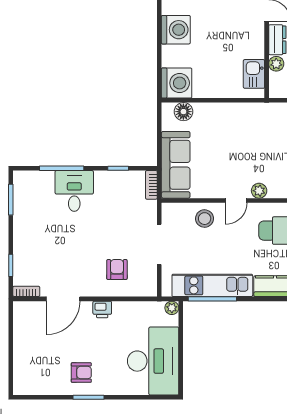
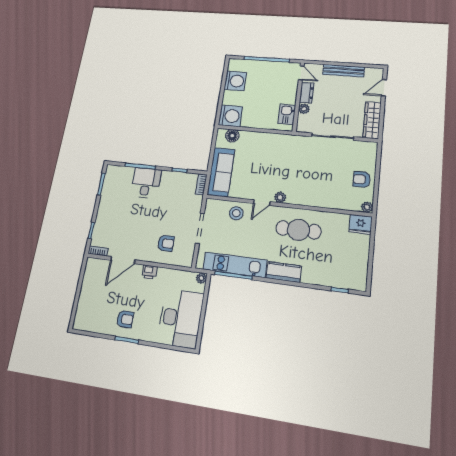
armchair: (117, 269) -> (166, 243), turned 90

